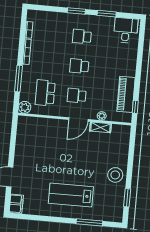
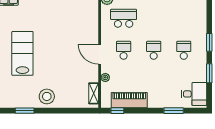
window: (140, 52) -> (174, 111), added
shelving: (101, 127) -> (94, 93), moved

